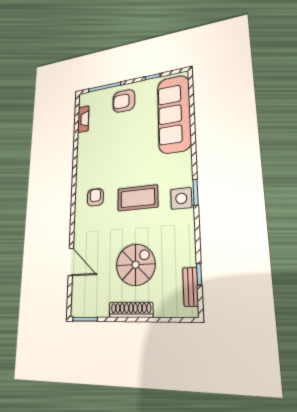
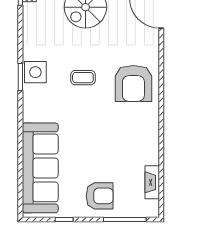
armchair: (95, 197) -> (133, 83), width x1.88, depth x1.88
coffee table: (138, 198) -> (83, 78), width x0.54, depth x0.58

